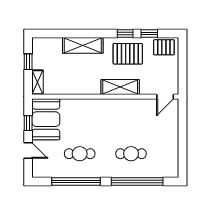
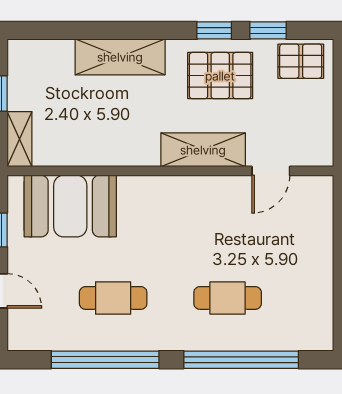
door: (165, 97) -> (271, 171), moved
booth: (46, 119) -> (70, 206), moved, turned 90

